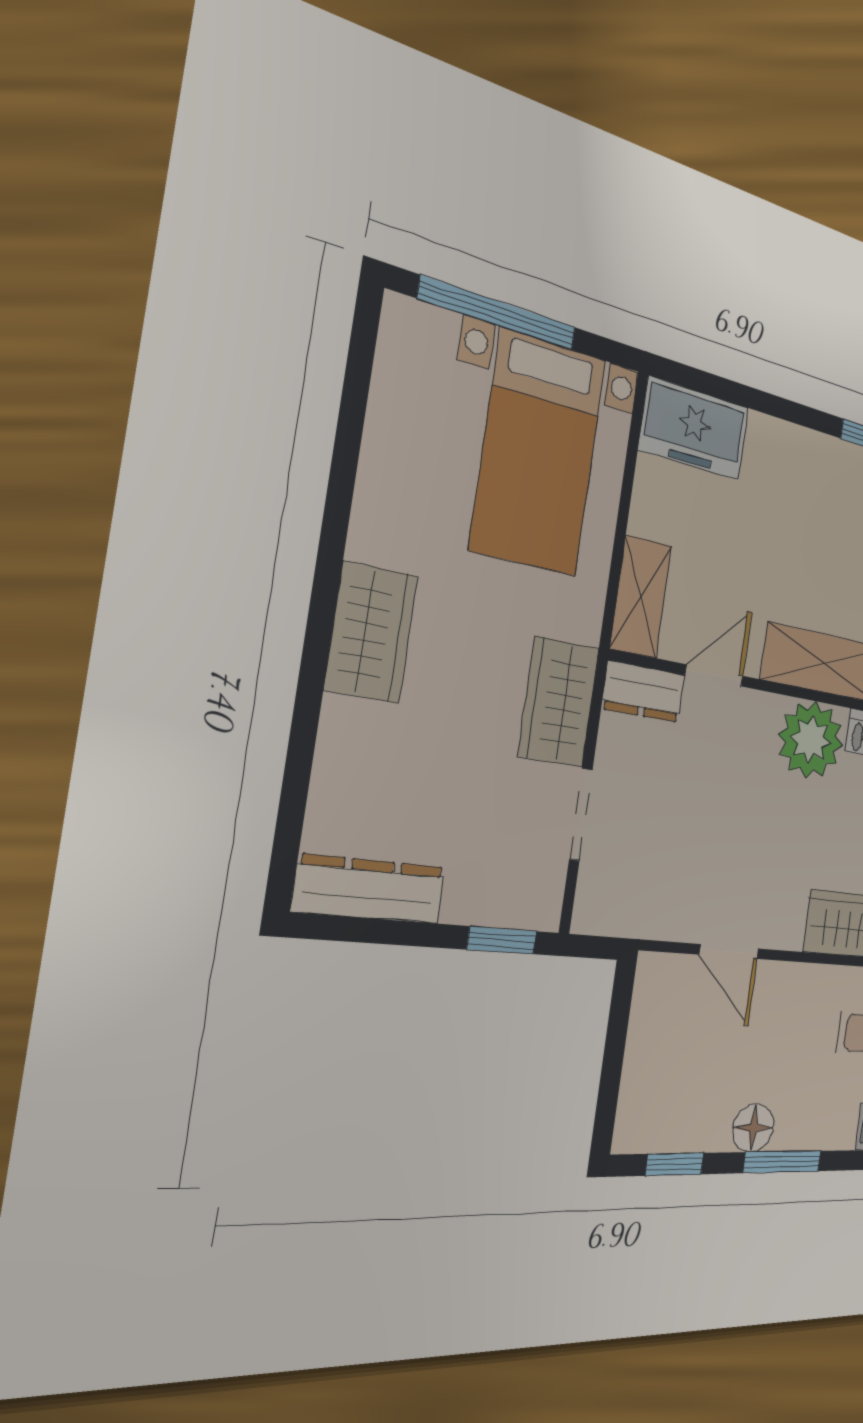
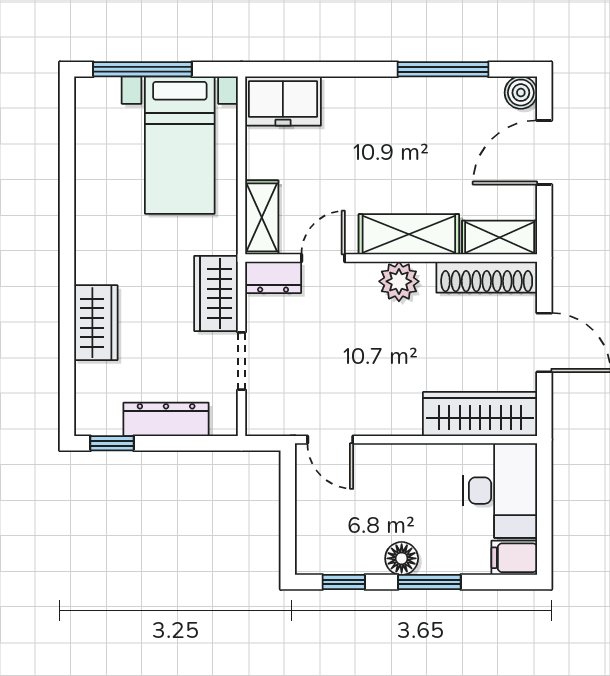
wardrobe: (371, 633) -> (96, 323), moved
plant: (811, 740) -> (399, 281), width x0.73, depth x0.73
dresser: (370, 889) -> (166, 419), moved
window: (502, 940) -> (112, 443), moved
door: (729, 952) -> (330, 440), moved

